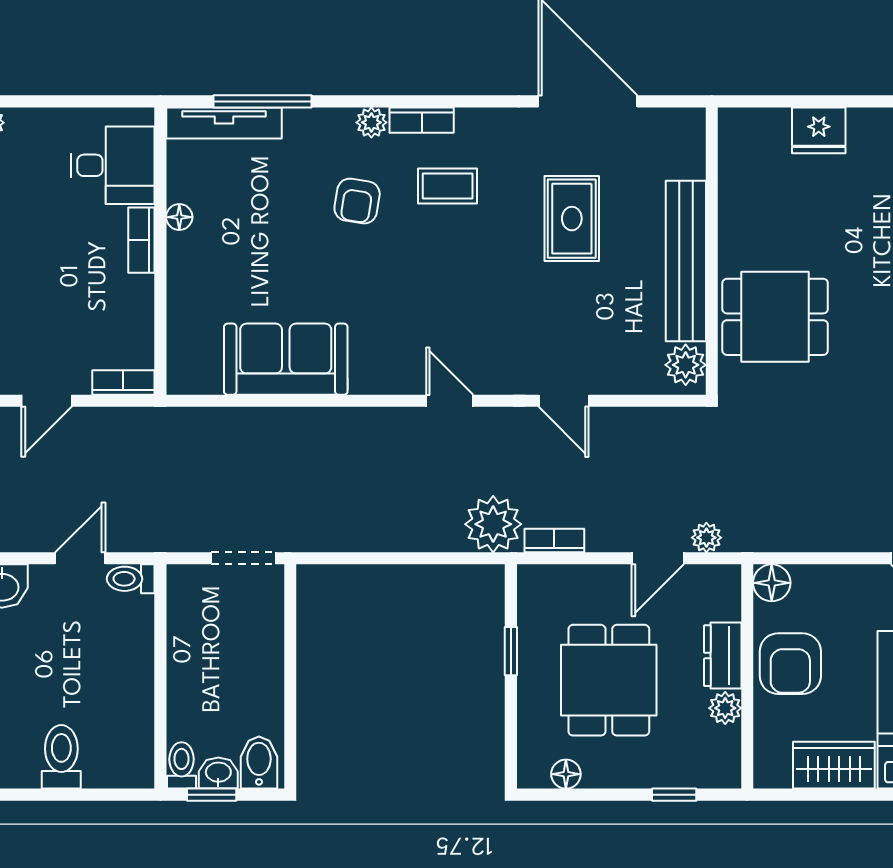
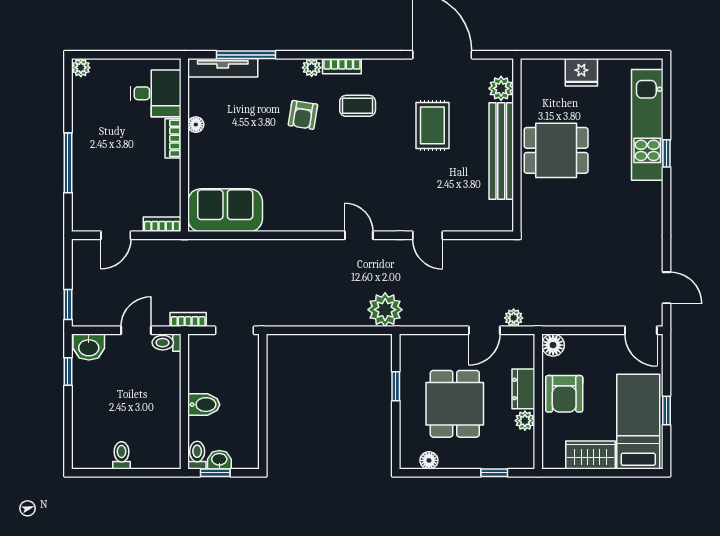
dining table: (775, 317) -> (556, 150), moved
sofa: (286, 359) -> (225, 210), moved
plant: (686, 365) -> (501, 88), moved
bookcase: (554, 541) -> (188, 320), moved
toilet: (61, 757) -> (121, 455), width x0.73, depth x0.72
bidet: (259, 763) -> (204, 405), moved, turned 90

